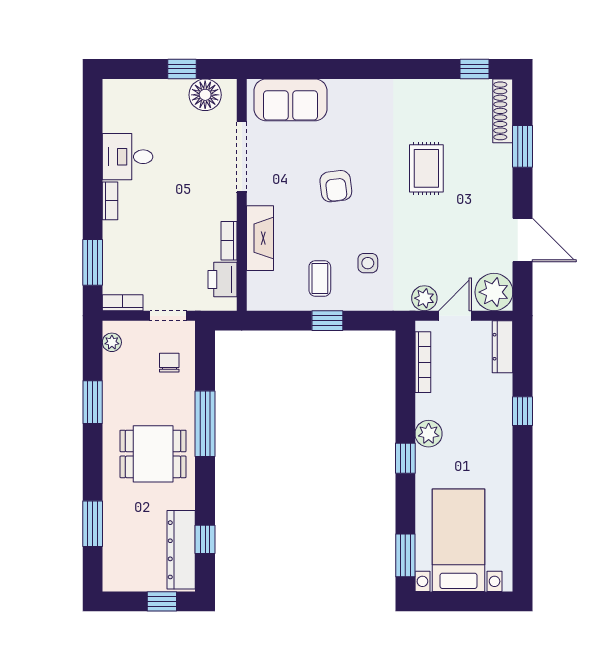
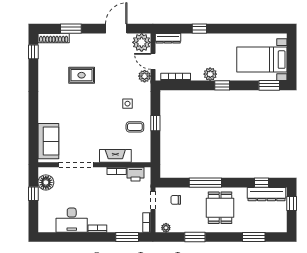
desk: (128, 157) -> (72, 220), width x1.37
armchair: (336, 186) -> (90, 119), removed

